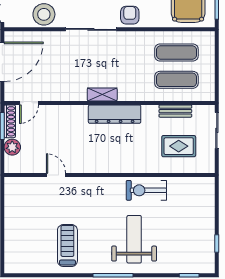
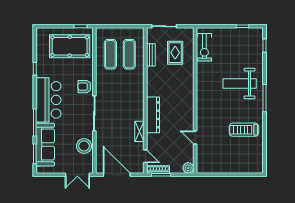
shelving: (102, 94) -> (139, 131), moved
dresser: (115, 114) -> (153, 115), moved
plant: (12, 147) -> (188, 168), moved
door: (56, 175) -> (195, 138), hinge flipped
exercise bike: (146, 190) -> (204, 47), moved

